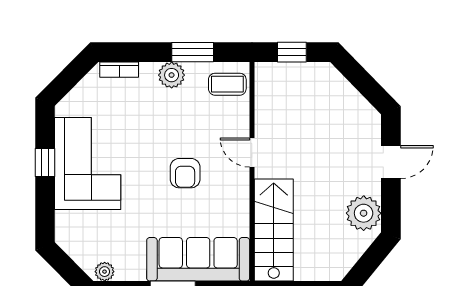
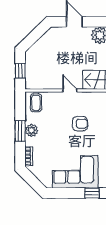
window: (193, 52) -> (20, 131), moved
door: (252, 153) -> (70, 91), swing flipped
window: (45, 162) -> (92, 193), moved

